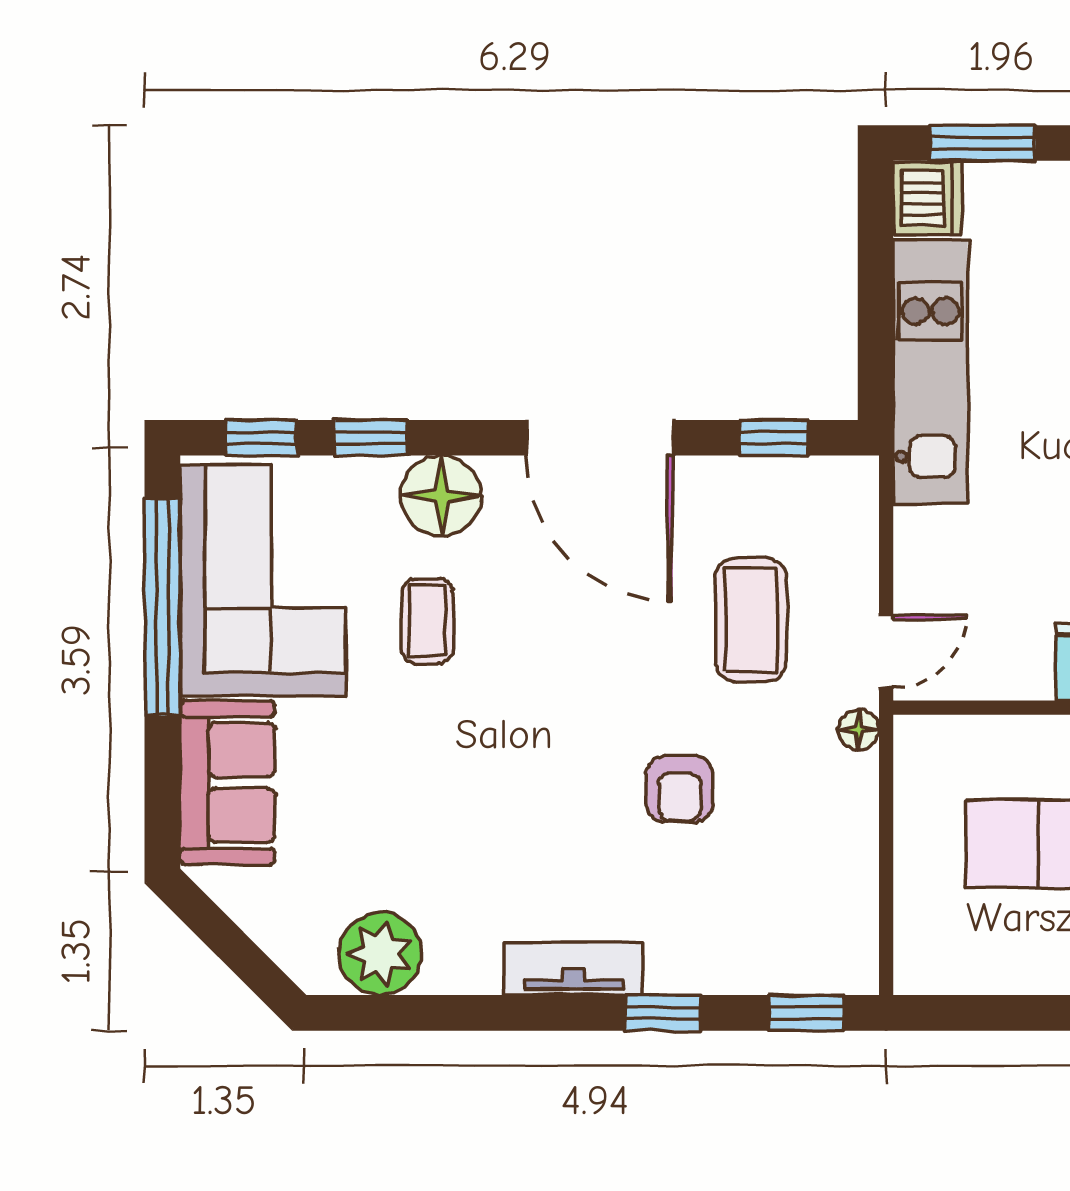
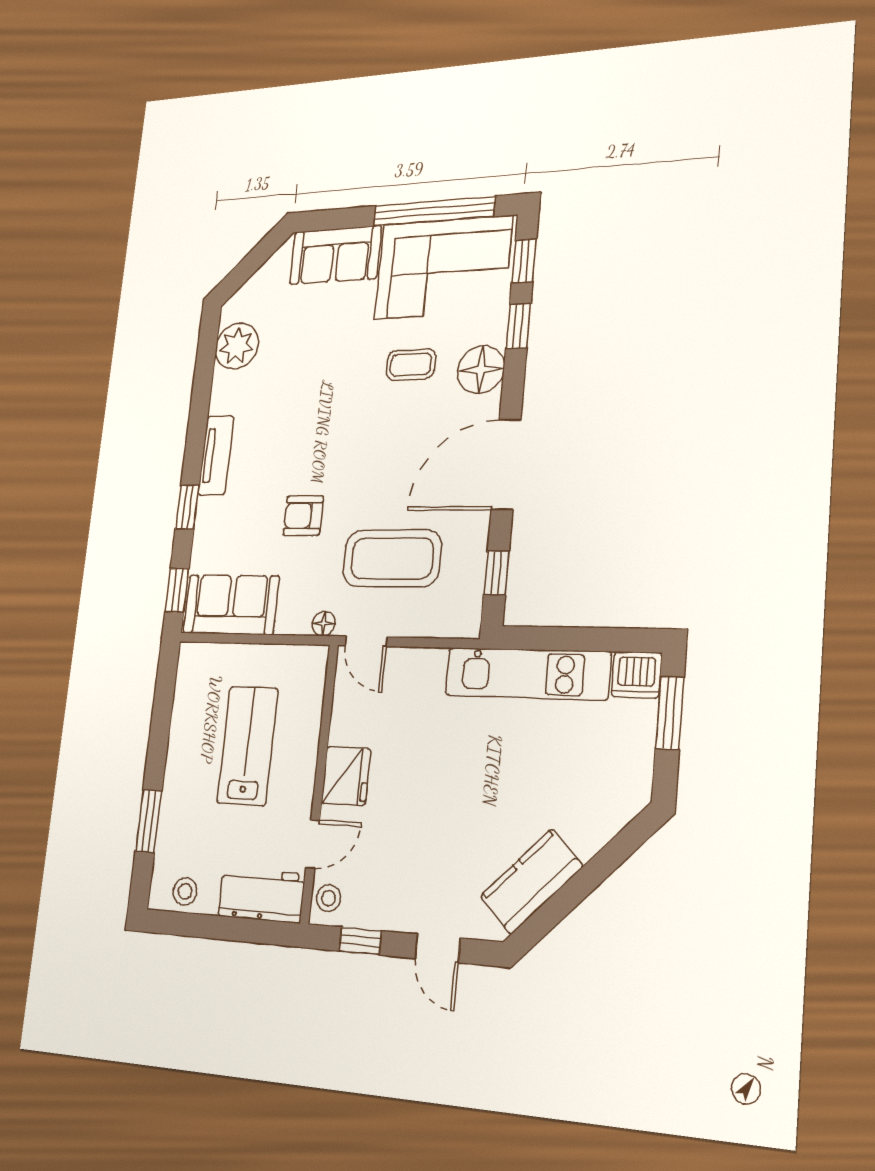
coffee table: (751, 620) -> (392, 558), width x1.36, depth x1.32
sofa: (830, 905) -> (231, 605), added

